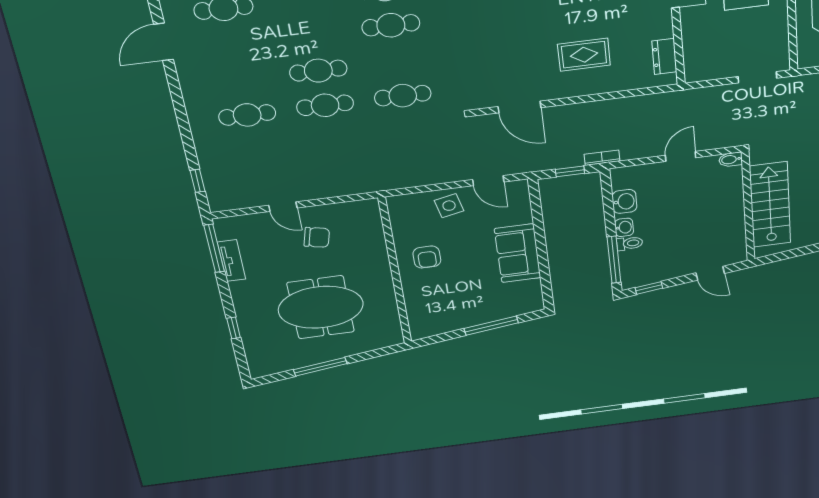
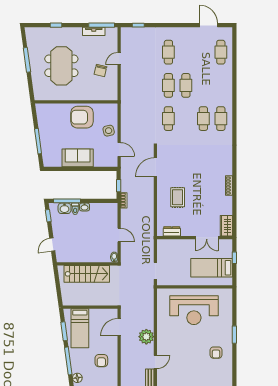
door: (488, 181) -> (119, 149), swing flipped
washbasin: (624, 202) -> (65, 208), moved
armchair: (427, 257) -> (82, 117), width x1.88, depth x1.88

